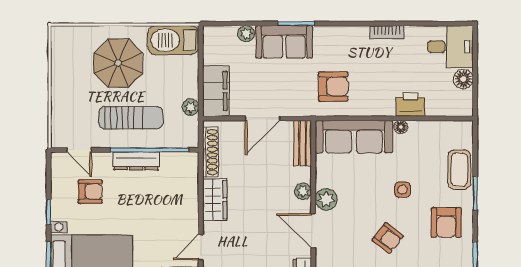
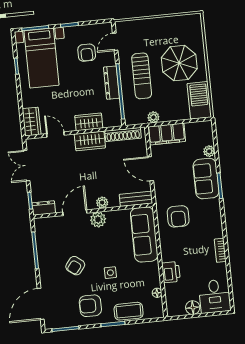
floor lamp: (401, 127) -> (157, 293), moved
wardrobe: (188, 198) -> (89, 122), added

